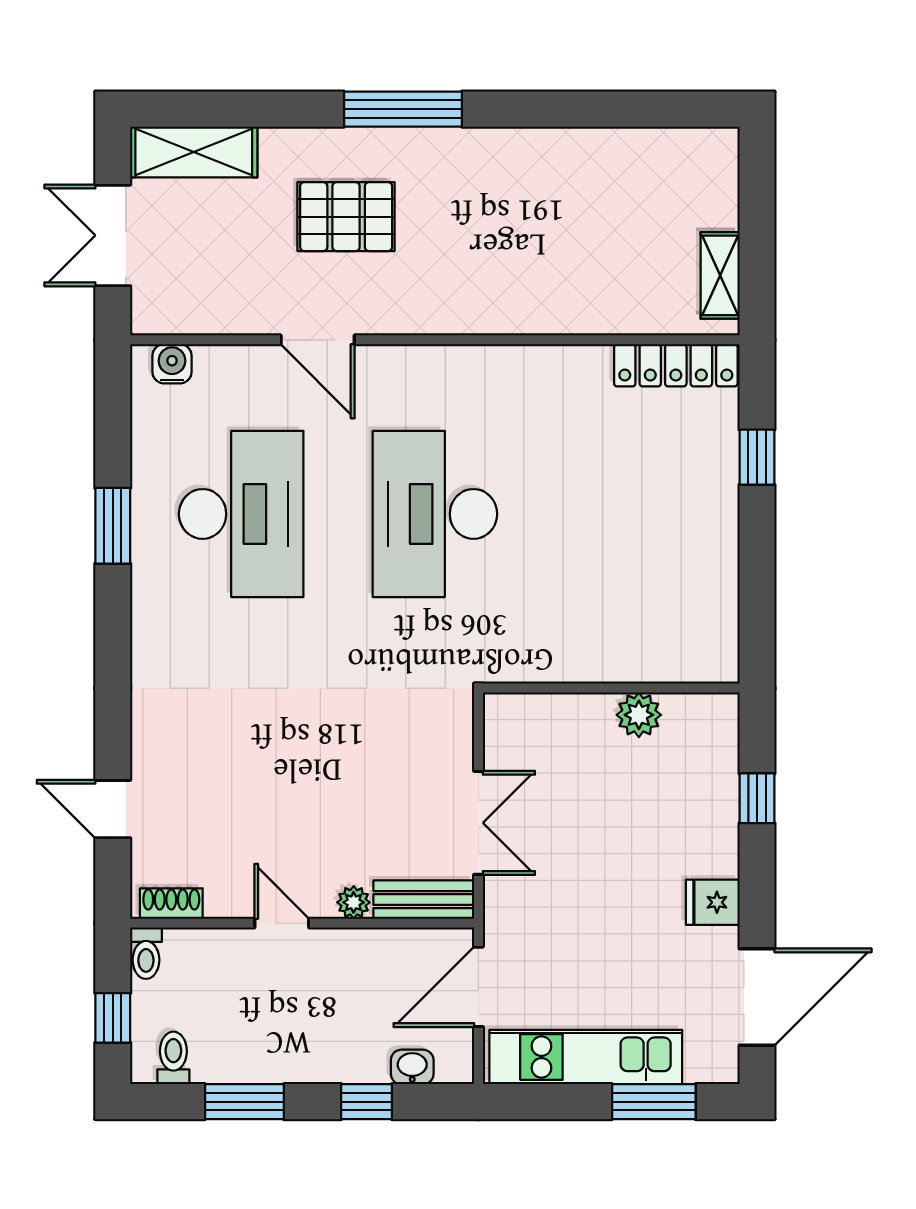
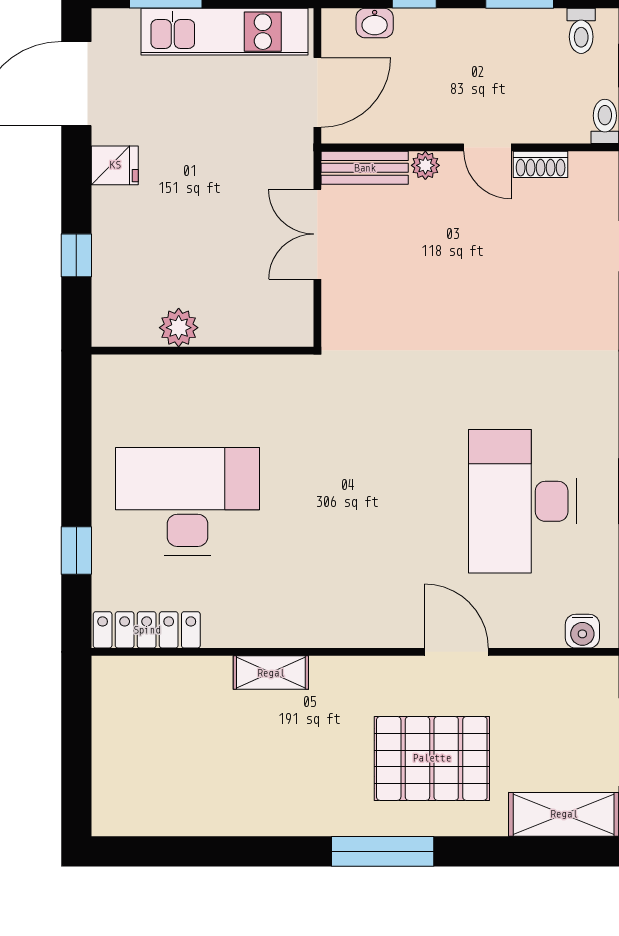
pallet: (346, 217) -> (432, 758), width x1.37, depth x1.41
shelving: (720, 275) -> (271, 673), moved, turned 90
desk: (435, 514) -> (187, 501), moved, turned -90
shoe rack: (171, 904) -> (541, 164), moved

